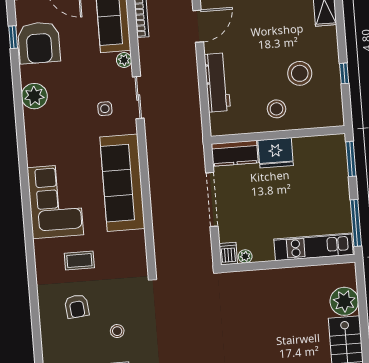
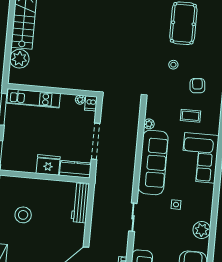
plant: (124, 60) -> (149, 124), moved
workbench: (217, 83) -> (80, 203), moved
side table: (105, 109) -> (176, 205), moved
stool: (276, 109) -> (43, 194), removed

